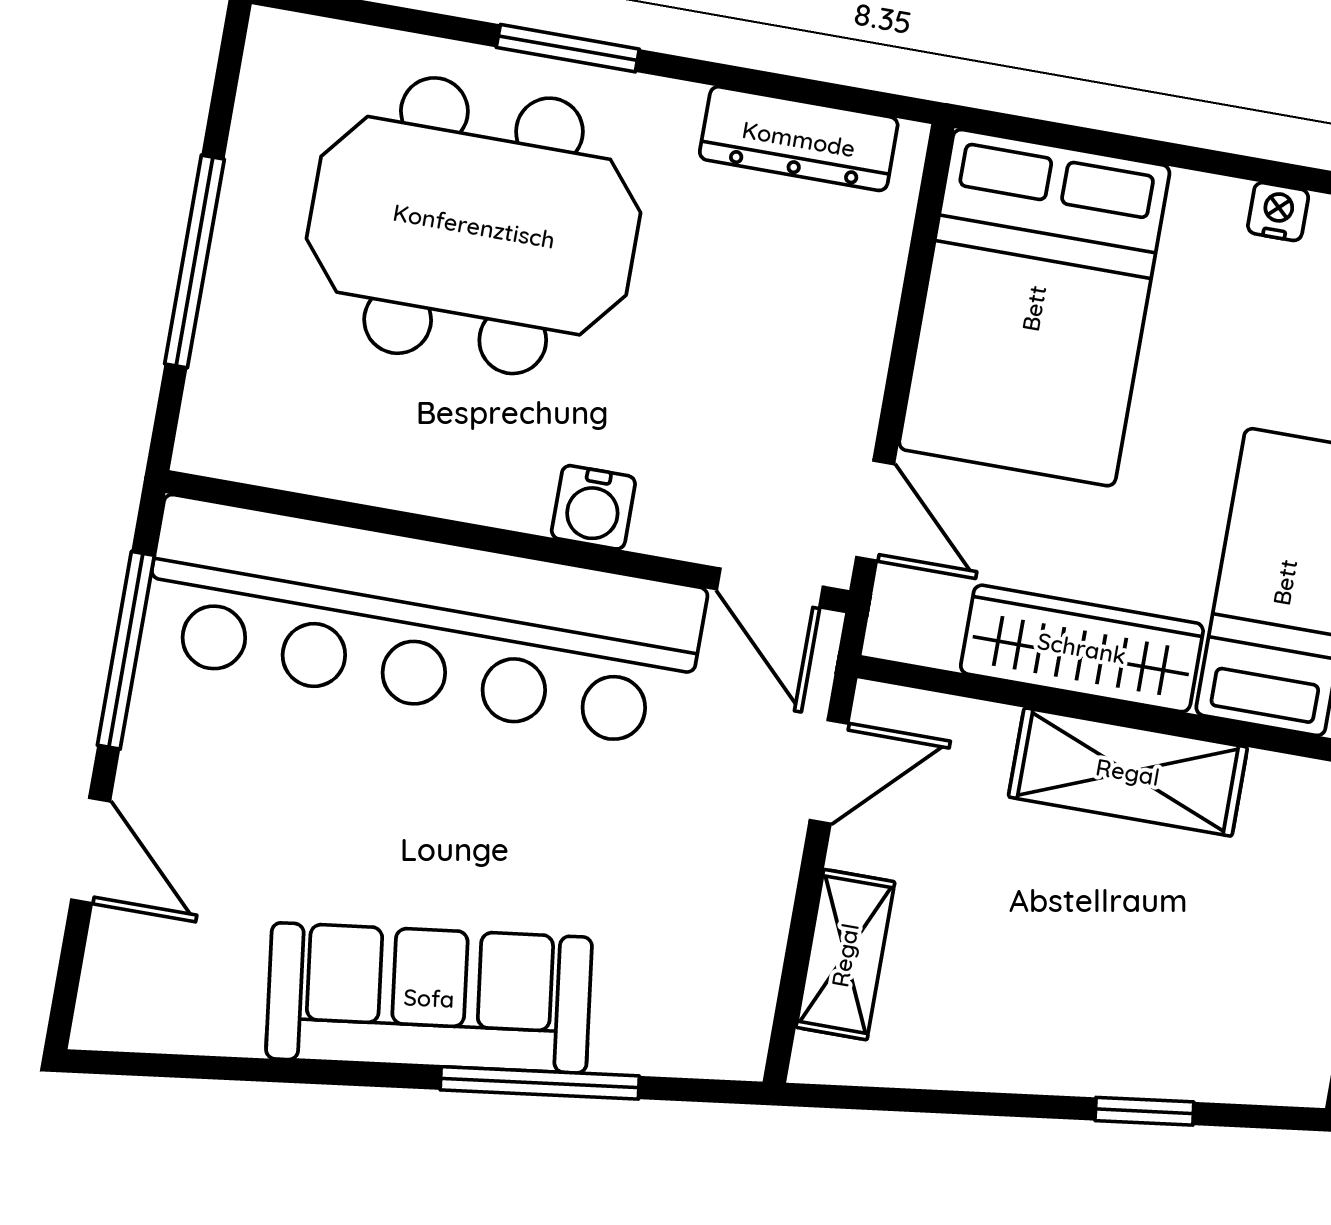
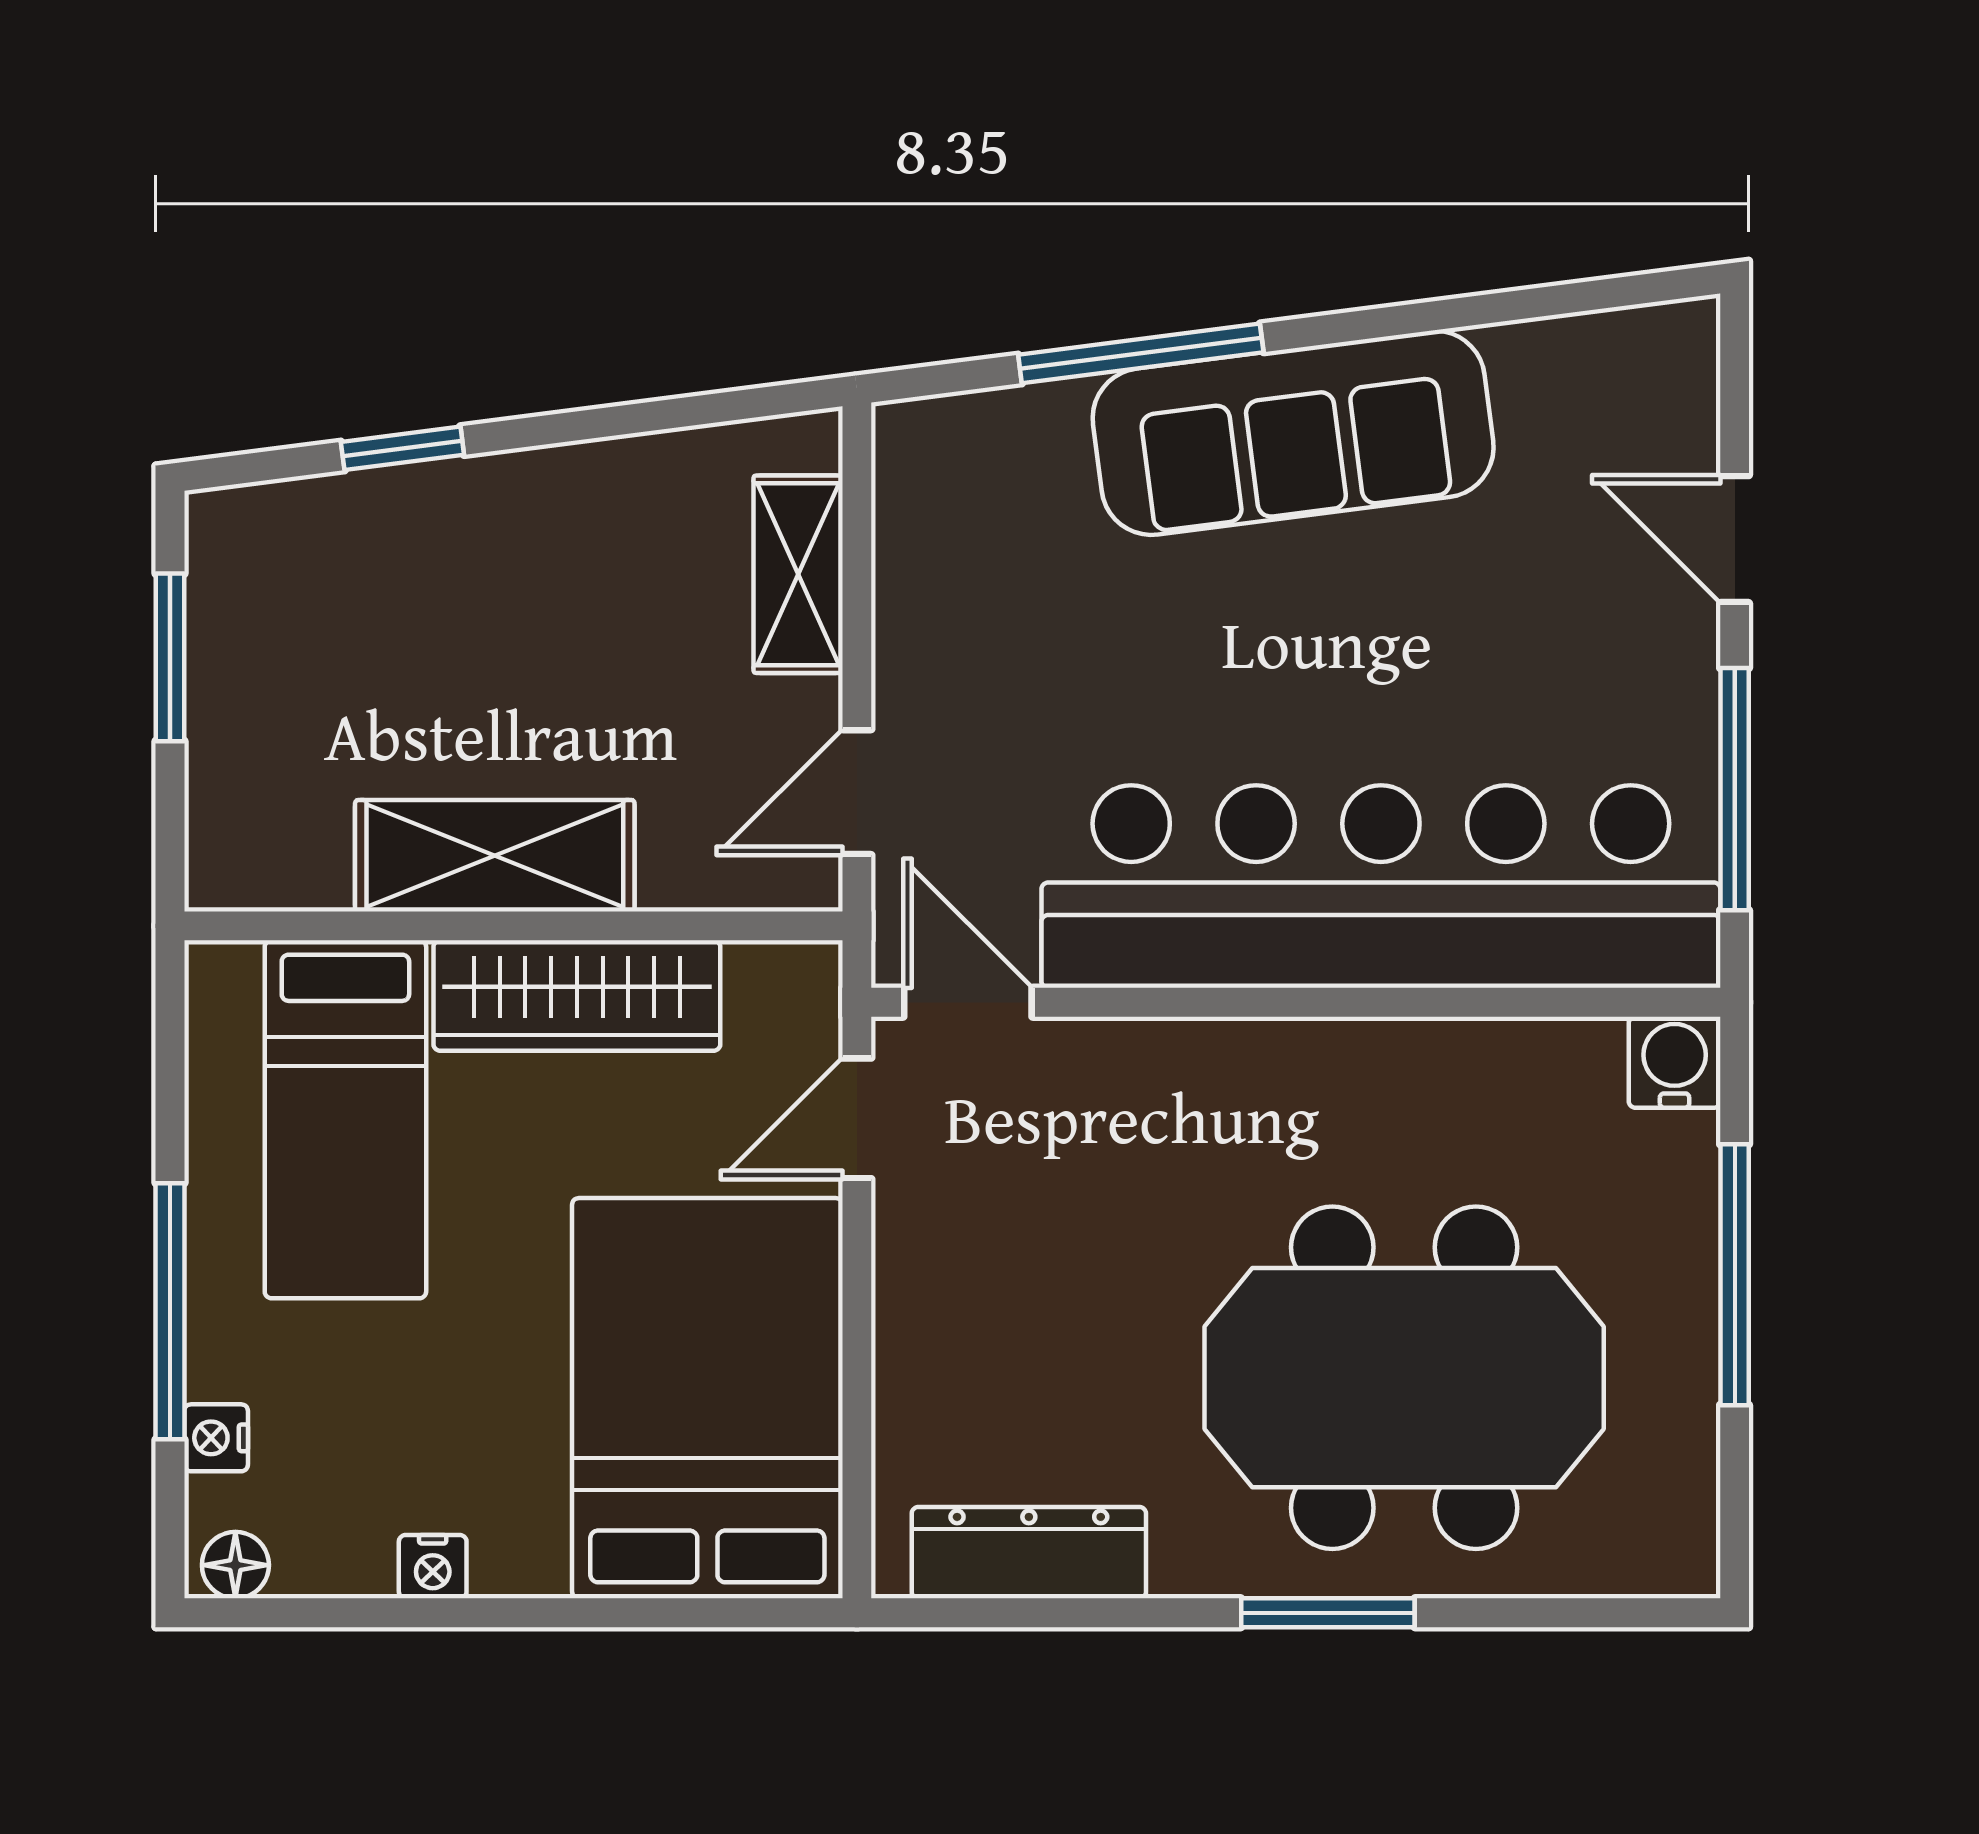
water cooler: (593, 507) -> (1675, 1062), moved
door: (875, 511) -> (857, 1118), hinge flipped

